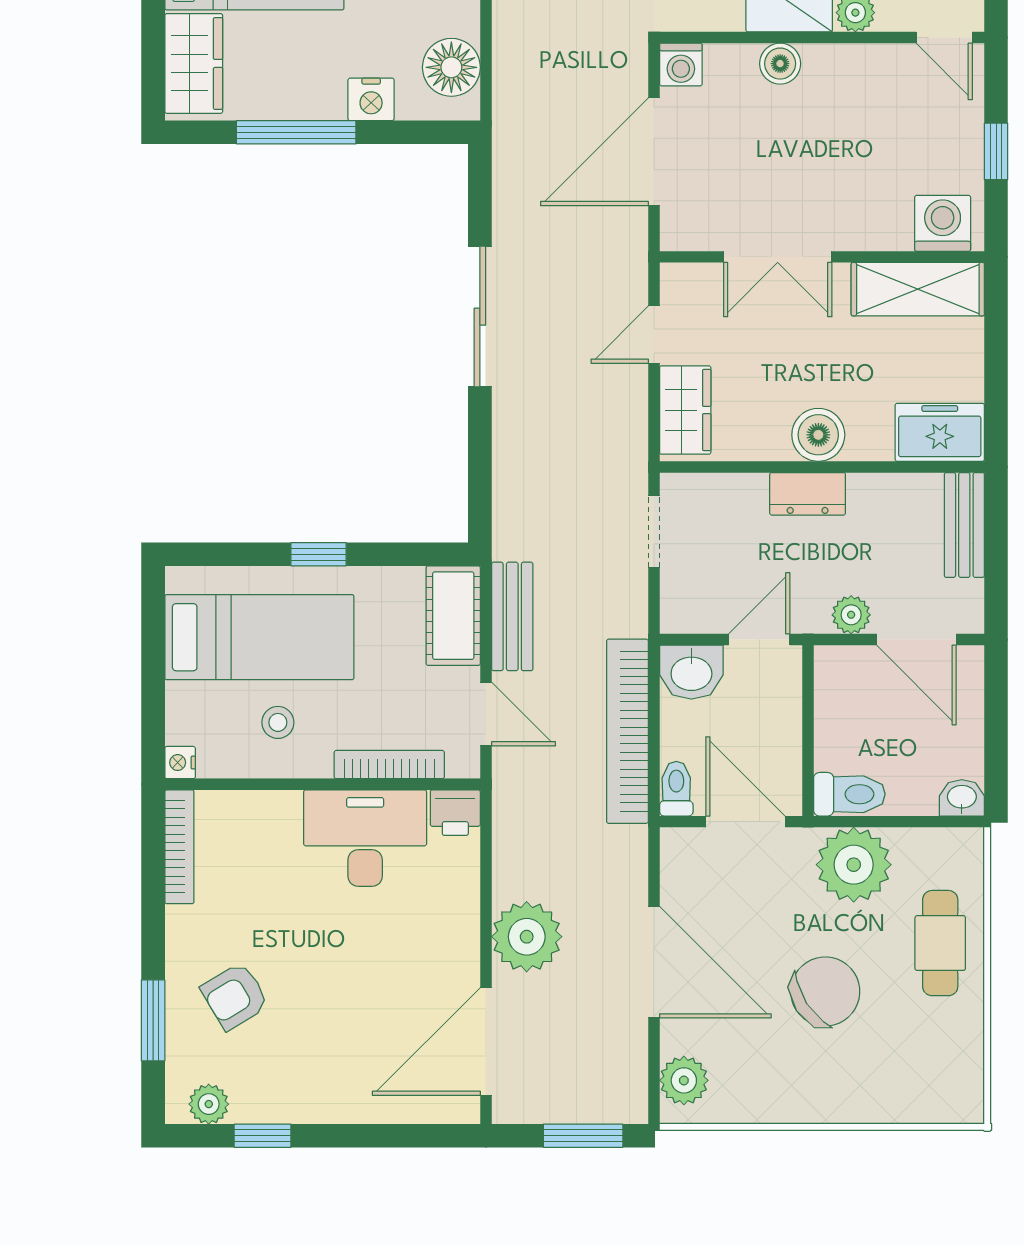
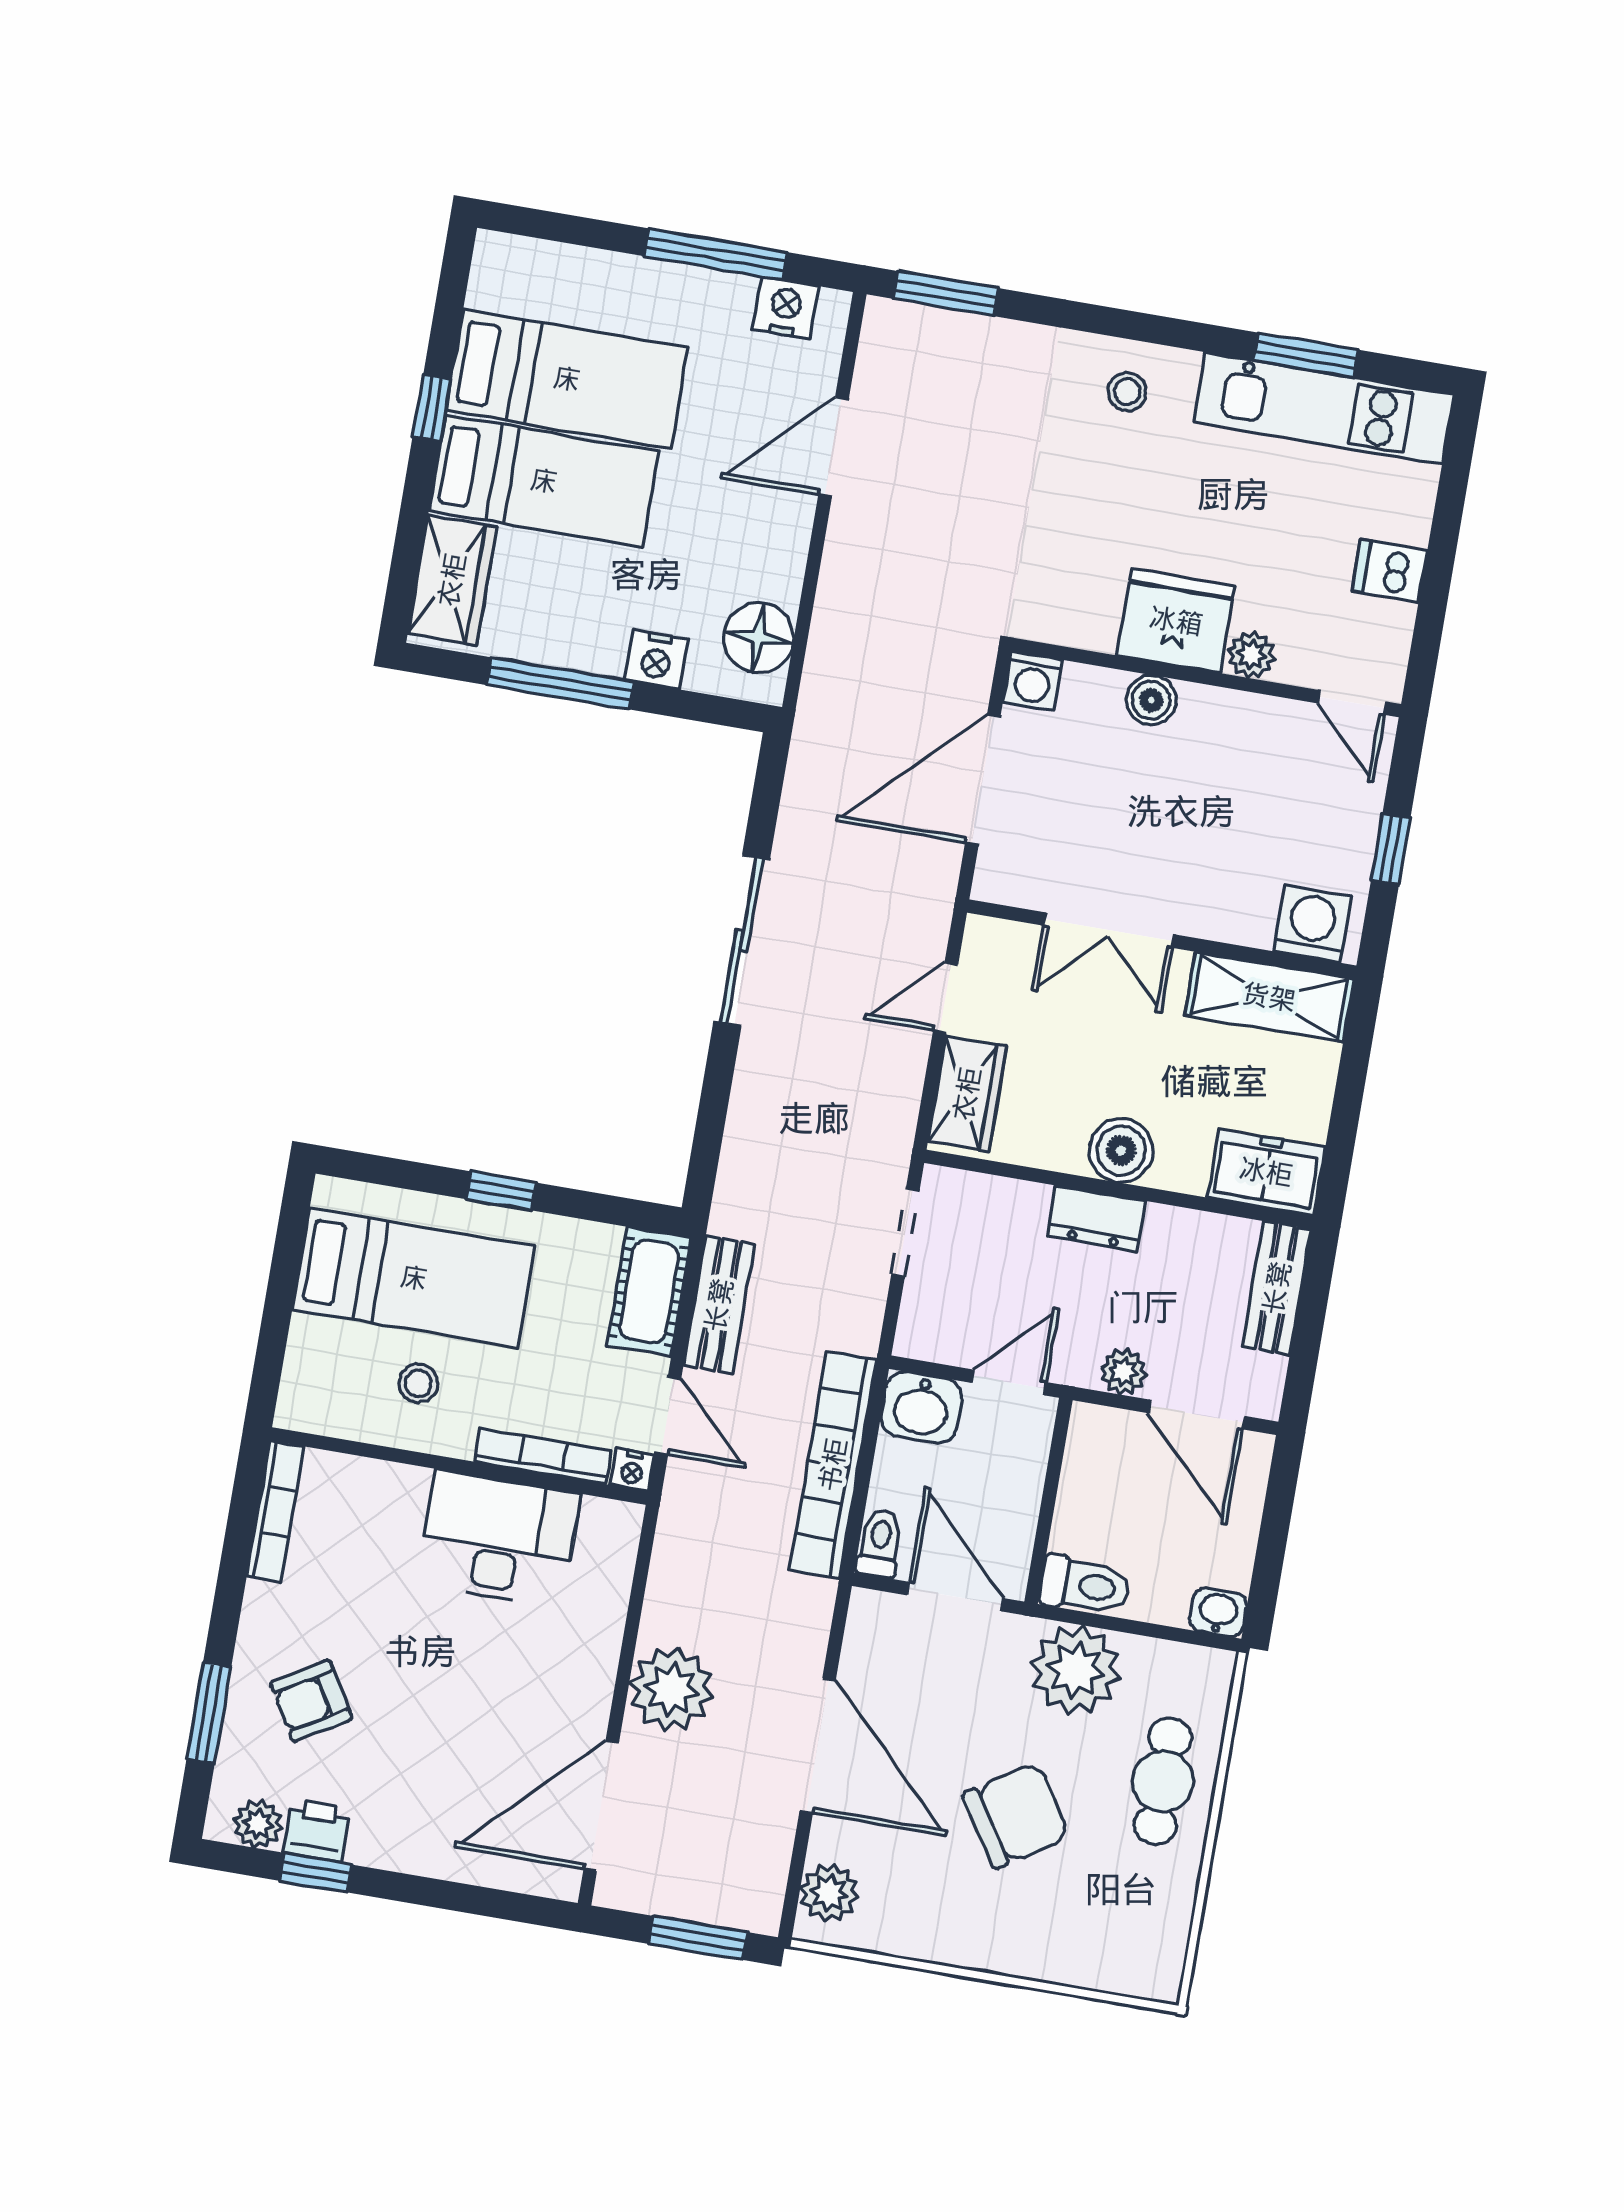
nightstand: (180, 763) -> (632, 1470), moved, turned -90
printer: (455, 813) -> (317, 1831), moved, turned 180

